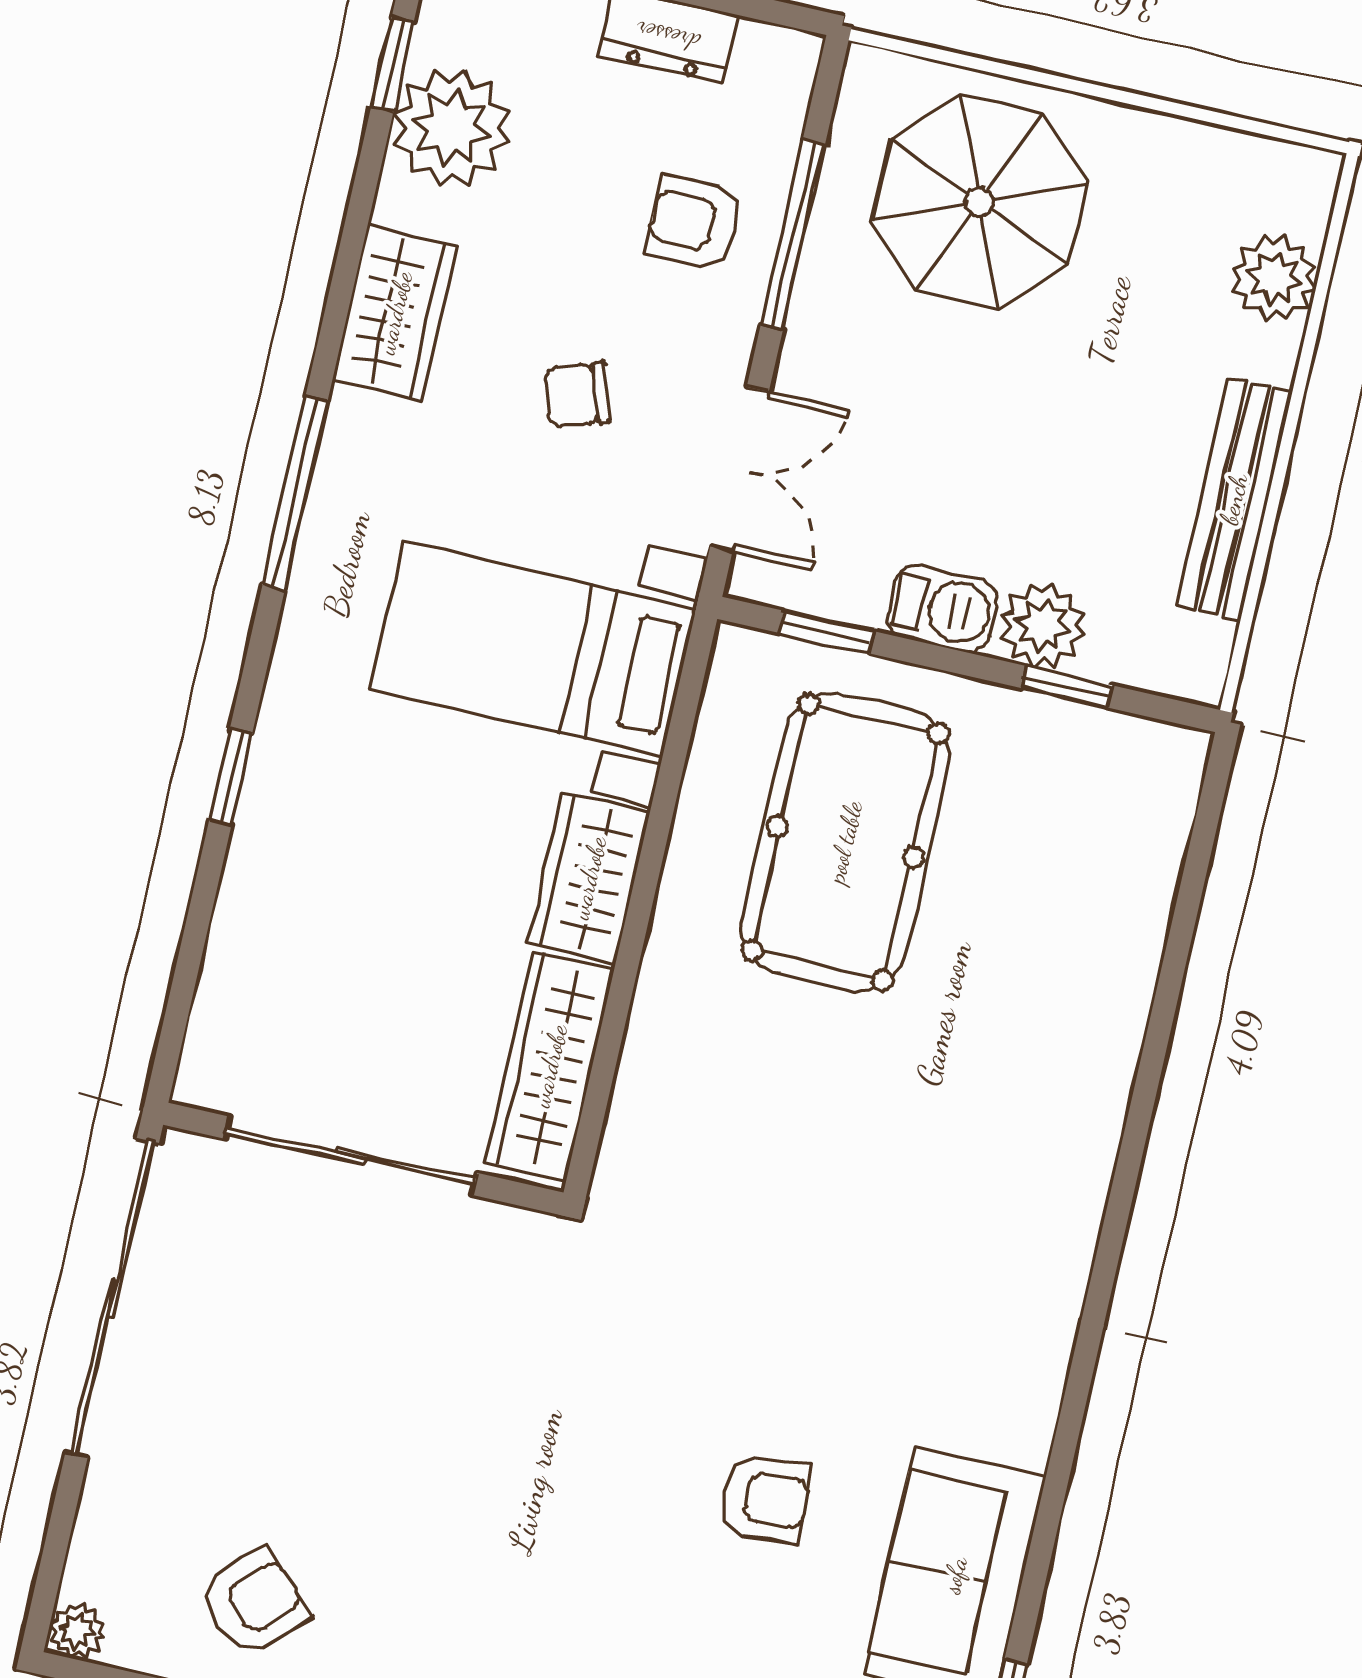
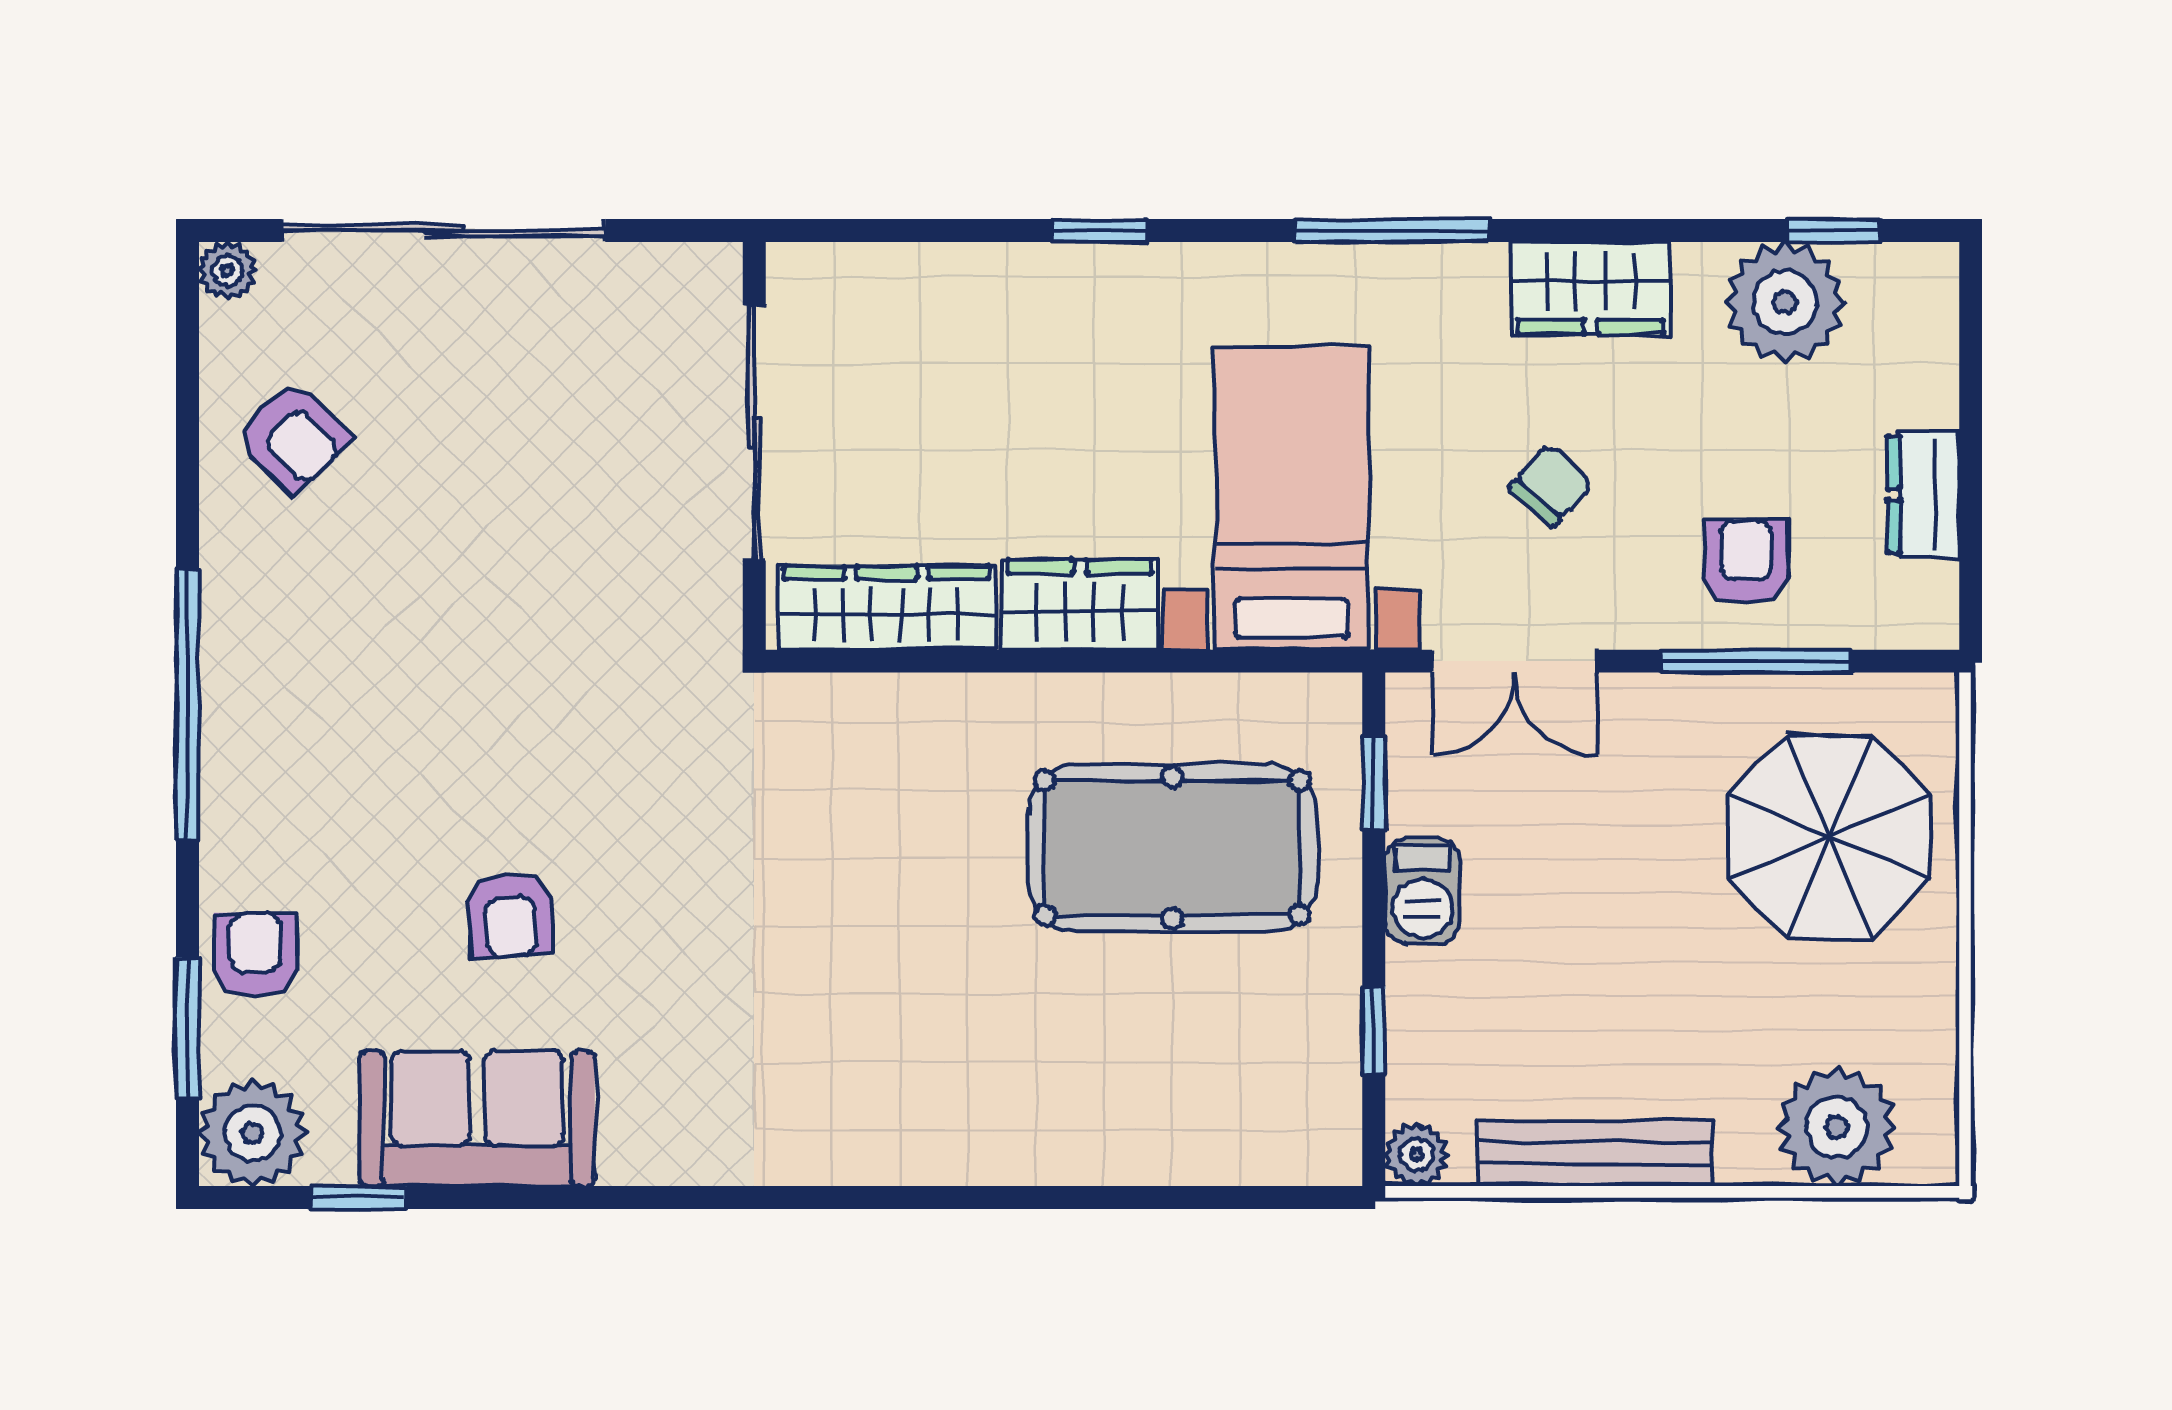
plant: (1274, 278) -> (1837, 1127), width x1.36, depth x1.36
chair: (577, 395) -> (1551, 485), turned 60
plant: (1043, 626) -> (1417, 1155), moved, width x0.73, depth x0.73
sliding door: (112, 1297) -> (444, 230), moved

